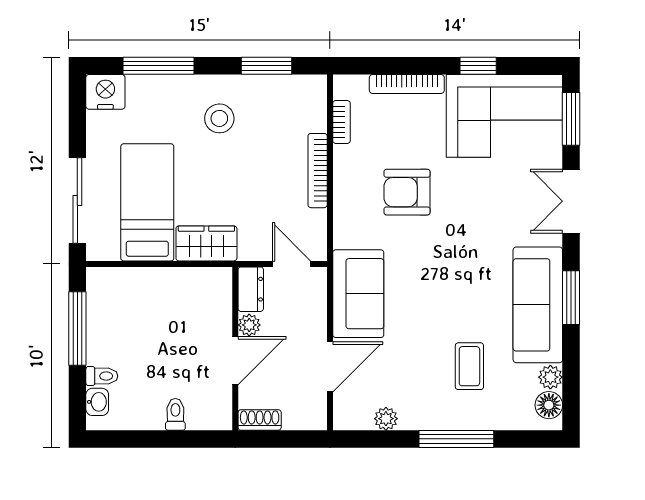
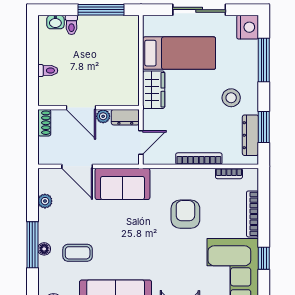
dresser: (280, 87) -> (250, 135), added
sliding door: (77, 200) -> (199, 10), moved
floor lamp: (463, 420) -> (44, 249), added

